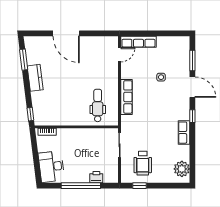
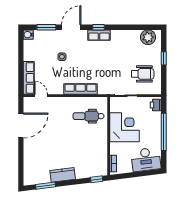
door: (66, 33) -> (21, 126), moved
water cooler: (185, 41) -> (28, 35), added
row of seats: (184, 133) -> (99, 35), moved
corner desk: (86, 144) -> (124, 127), added
printer: (96, 177) -> (156, 105), moved
window: (139, 186) -> (164, 58), moved

